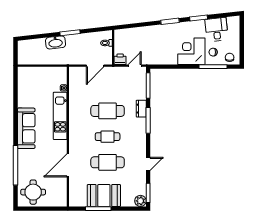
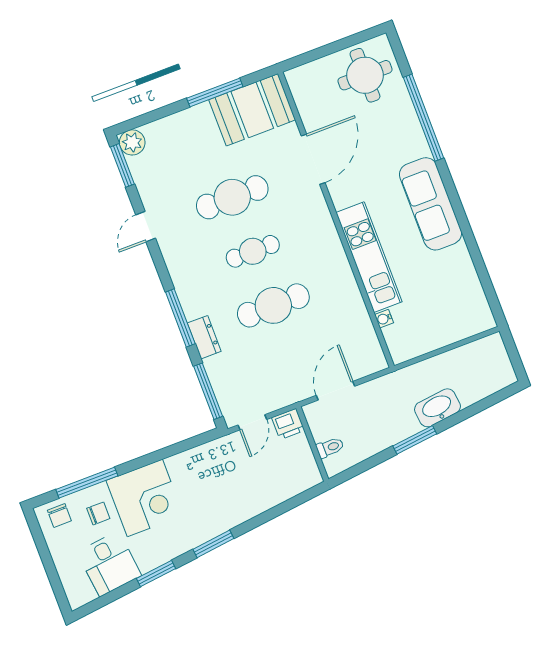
booth: (104, 195) -> (252, 110), moved

